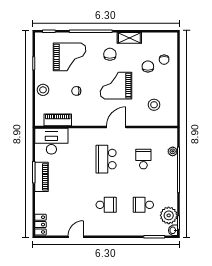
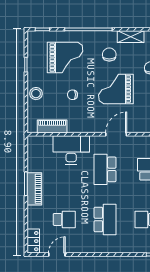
desk: (51, 141) -> (71, 150), moved
school desk: (69, 205) -> (64, 219), added
school desk: (106, 205) -> (105, 219), width x1.85
door: (76, 237) -> (57, 255), moved

